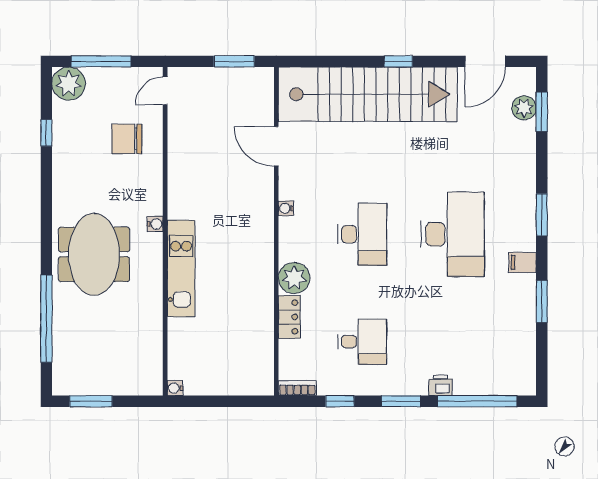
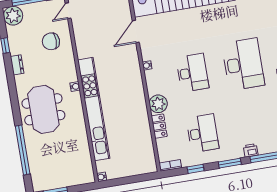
door: (276, 146) -> (136, 31), hinge flipped
dresser: (61, 170) -> (17, 65), added
kitchen unit: (181, 268) -> (94, 109), width x1.86
desk: (362, 342) -> (202, 133), width x1.37

